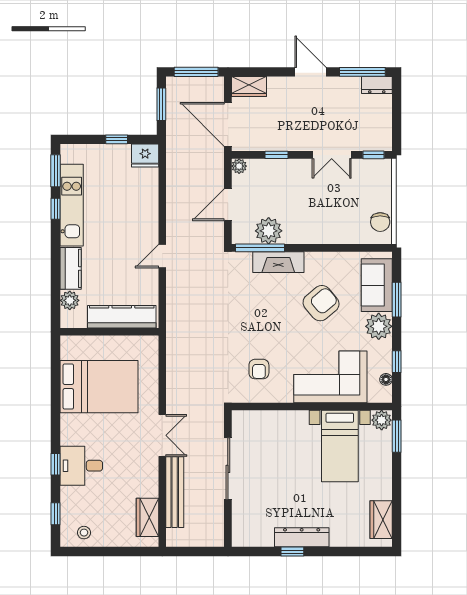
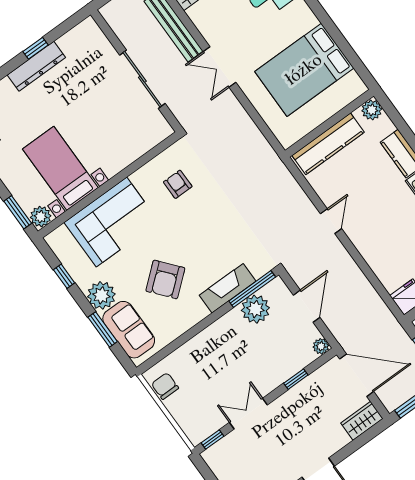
plant: (70, 300) -> (372, 110), moved
floor lamp: (386, 379) -> (62, 254), removed

